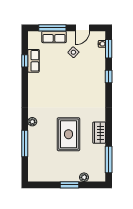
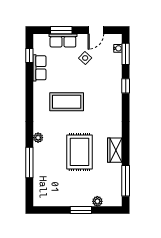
window: (52, 28) -> (61, 30), width x0.69
window: (25, 61) -> (29, 55), moved
coffee table: (57, 90) -> (67, 102), added

